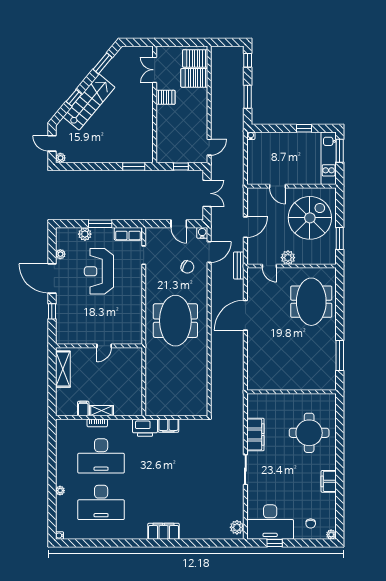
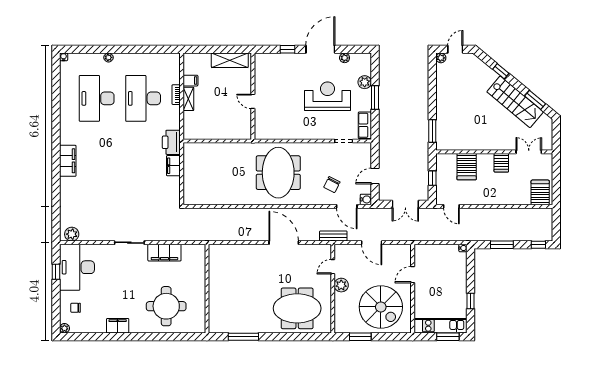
server rack: (194, 78) -> (467, 167), moved, turned 180
stairs: (89, 102) -> (515, 102), moved
meeting table: (175, 321) -> (278, 173), turned 90

